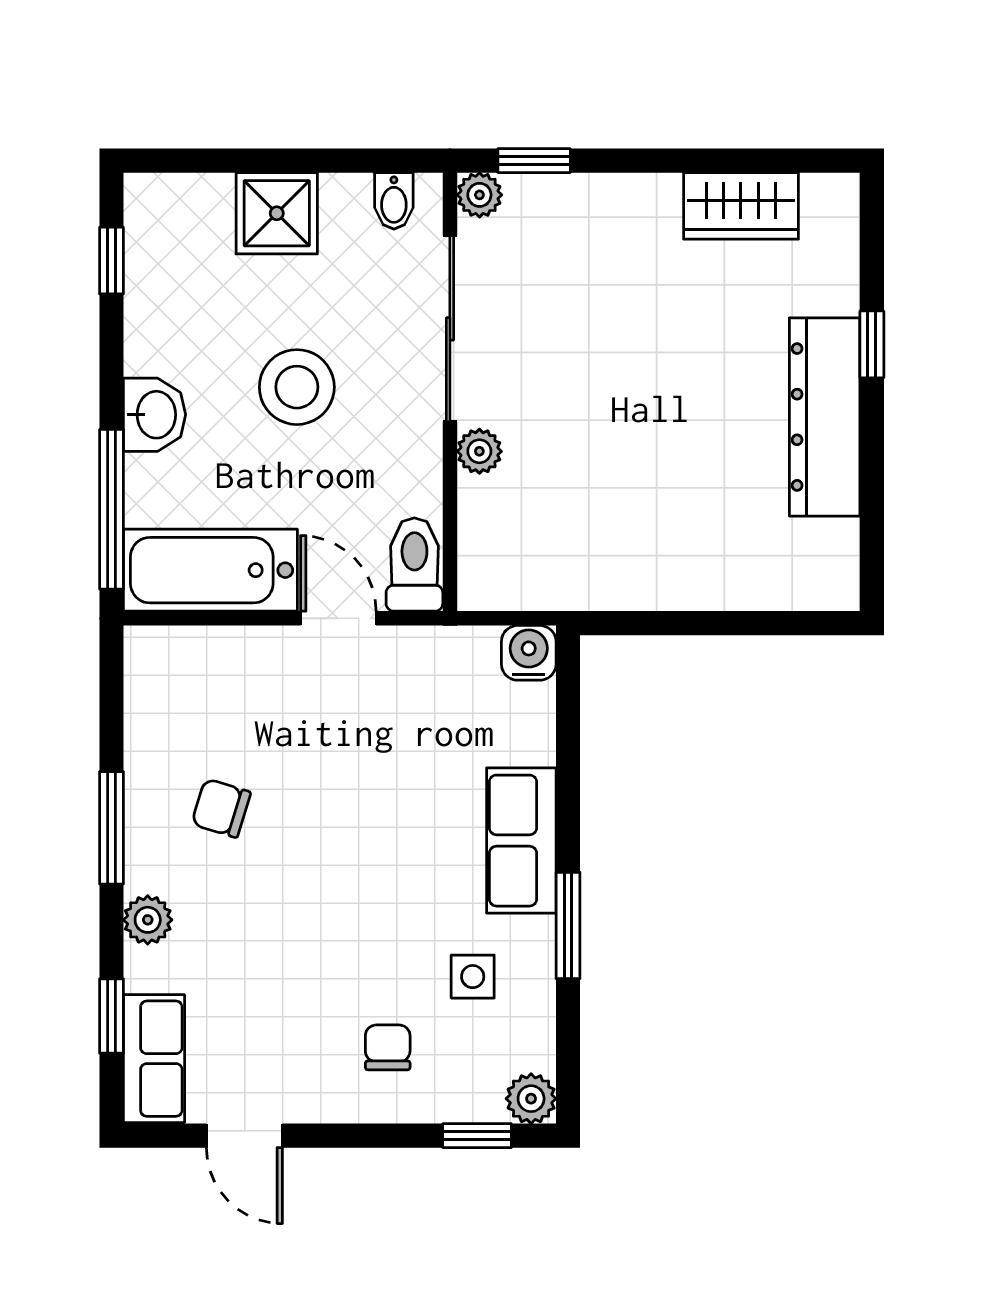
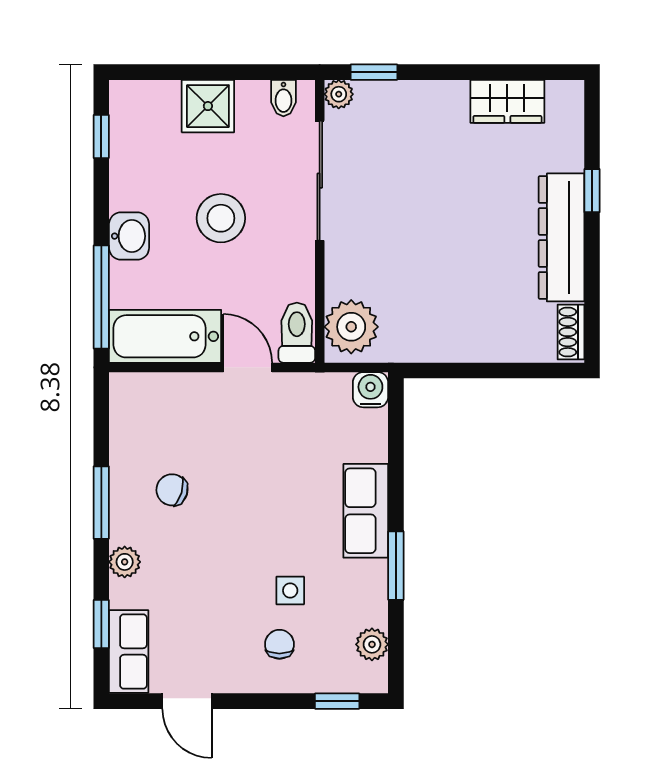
plant: (479, 451) -> (351, 327), moved, width x1.88, depth x1.88
shoe rack: (839, 563) -> (571, 332), added
side table: (473, 977) -> (290, 591), moved
plant: (531, 1099) -> (372, 644), moved

